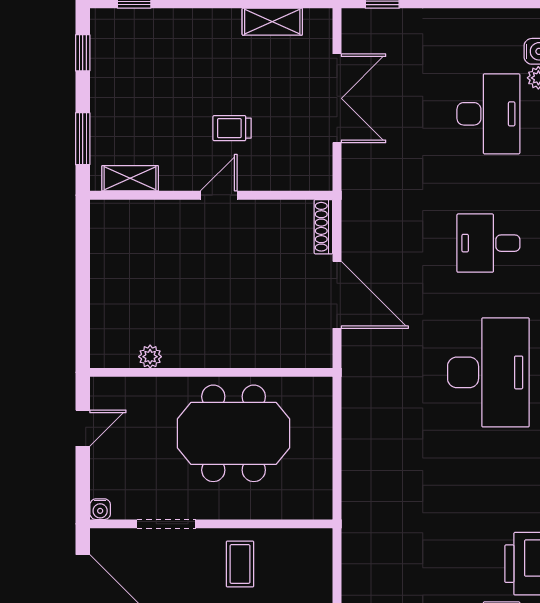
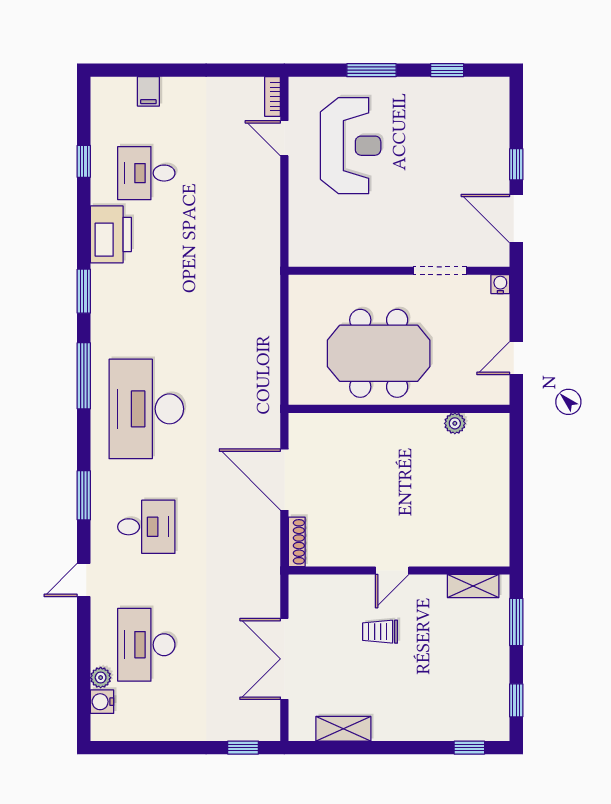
trolley: (232, 128) -> (380, 632), turned 180
coffee table: (240, 564) -> (373, 234), removed

